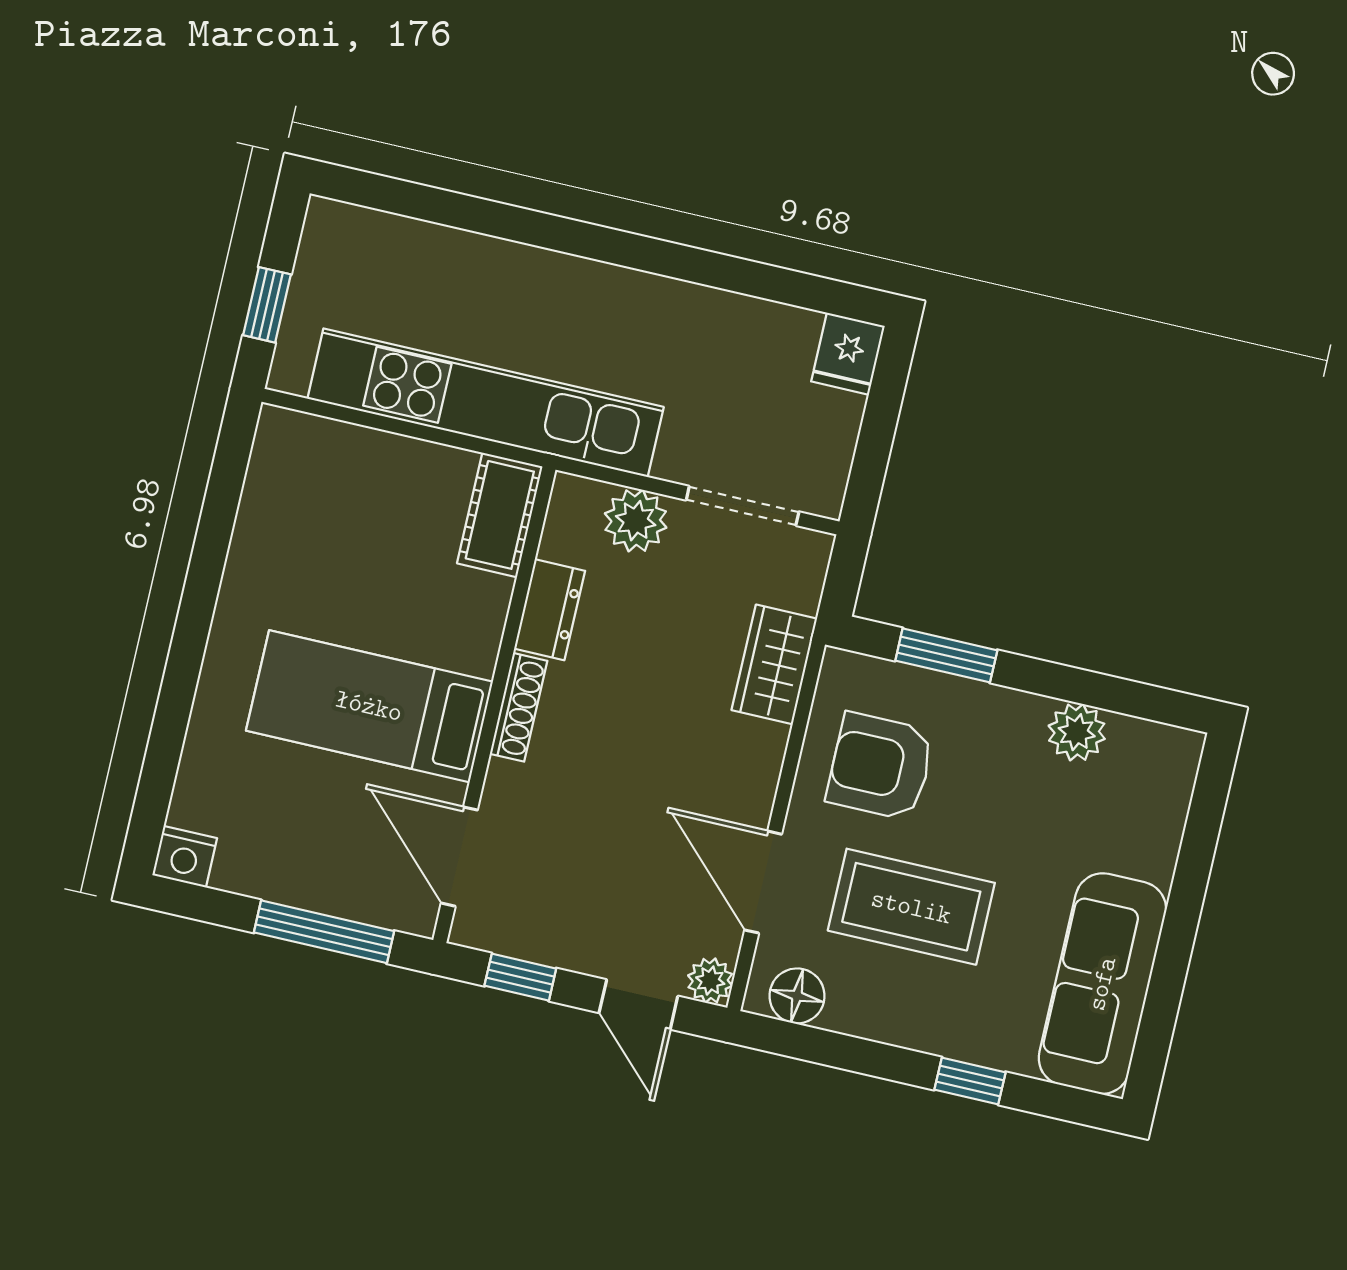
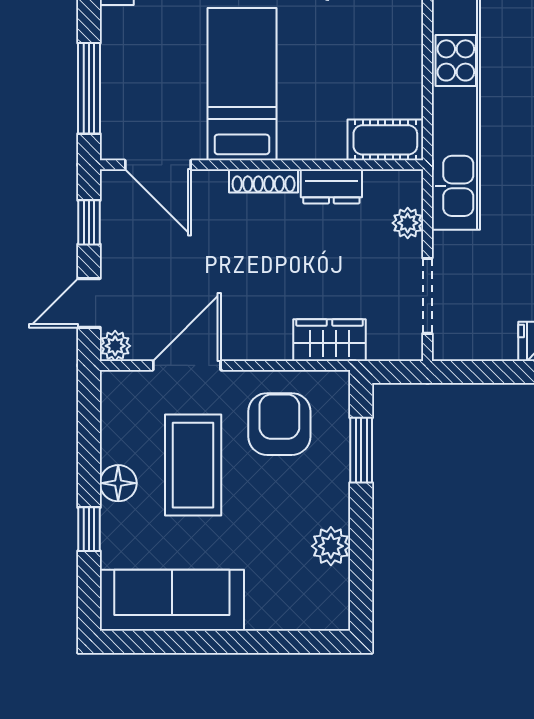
plant: (636, 521) -> (408, 223), width x0.73, depth x0.73
door: (459, 857) -> (158, 165), swing flipped
floor lamp: (797, 996) -> (118, 483), moved

